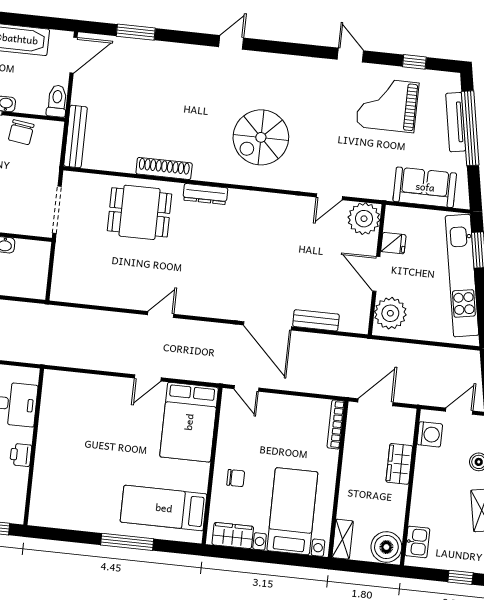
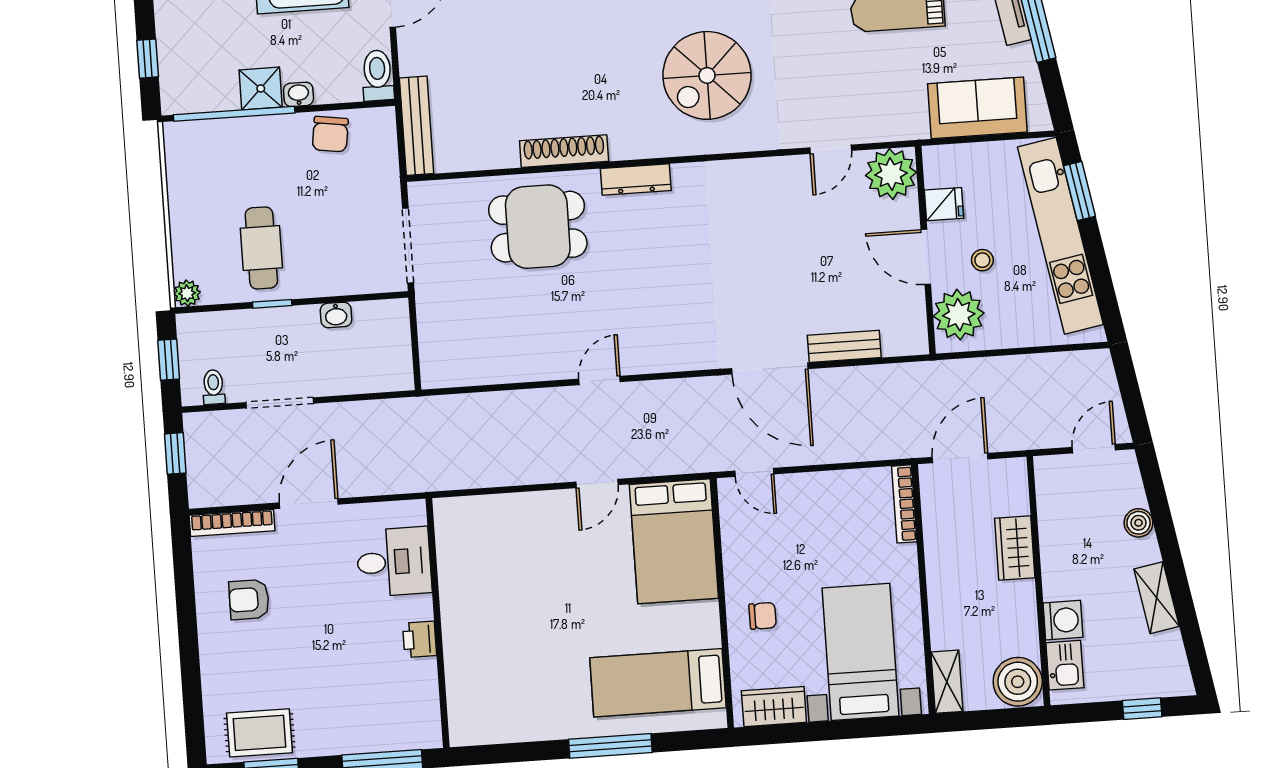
stool: (411, 282) -> (982, 260), added
washing machine: (430, 434) -> (1063, 620), moved

